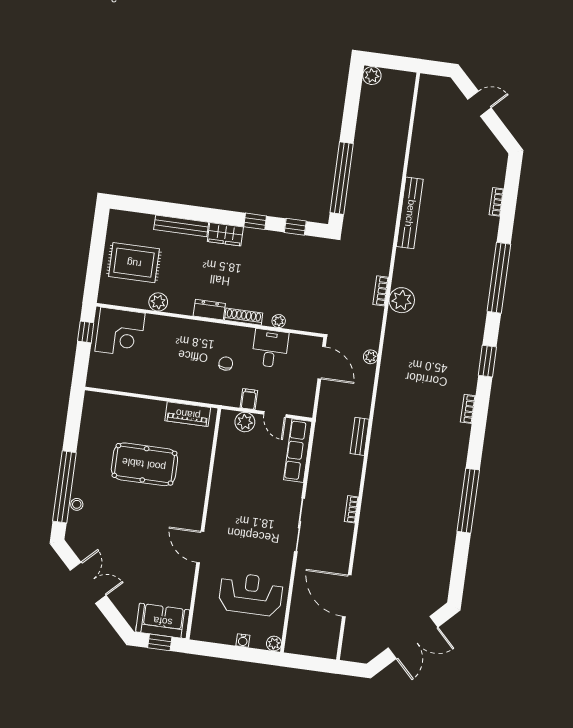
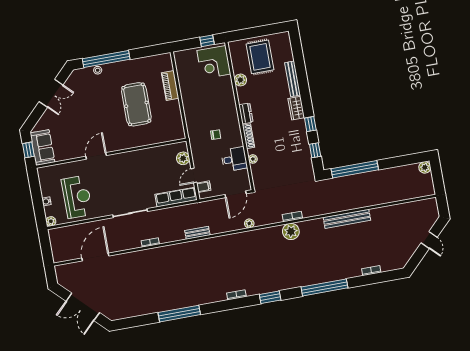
filing cabinet: (249, 399) -> (204, 187), moved
piano: (188, 414) -> (170, 86), moved

